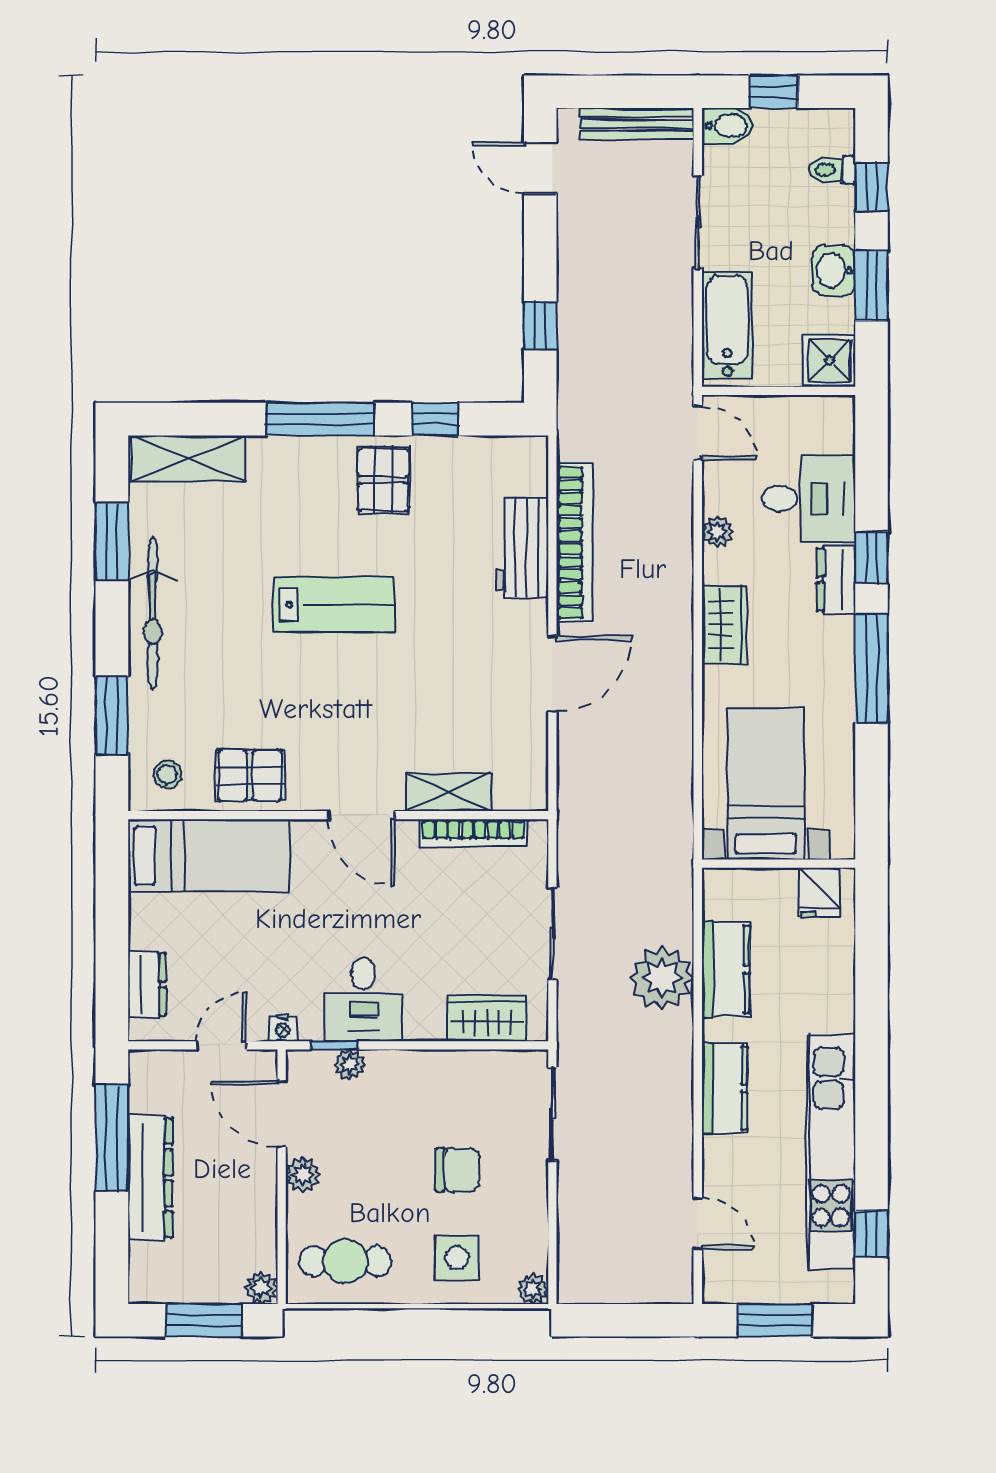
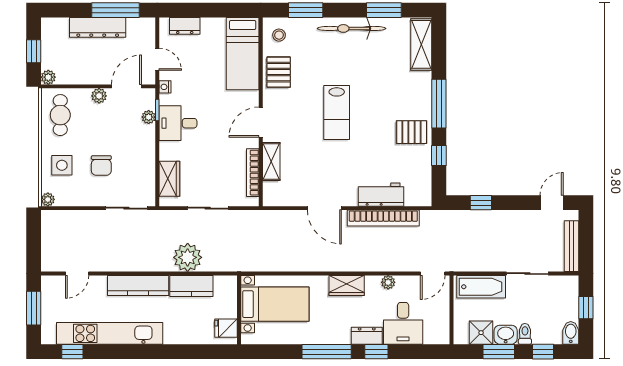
bidet: (727, 126) -> (571, 333), moved, turned 180
toilet: (832, 170) -> (525, 334), moved
shower: (829, 360) -> (481, 333), moved
lab bench: (334, 605) -> (337, 113), moved
kitchen counter: (724, 1088) -> (138, 285), width x1.50
window: (203, 1320) -> (34, 51), width x0.67

